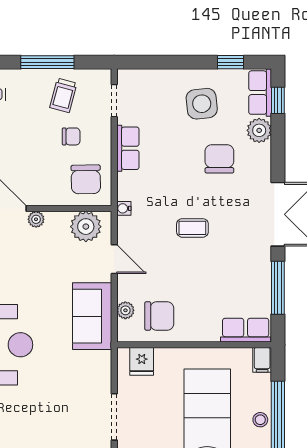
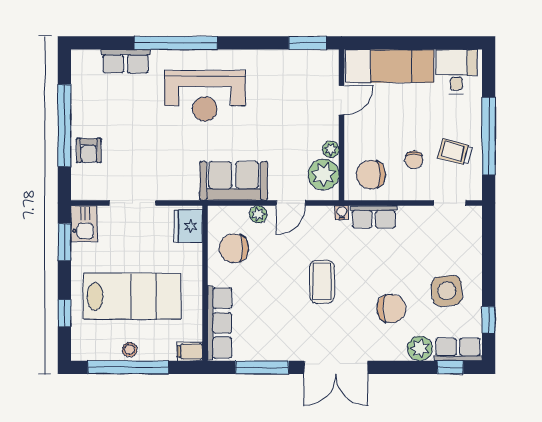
window: (47, 62) -> (489, 136), width x1.46
row of seats: (128, 148) -> (374, 217), moved
plant: (36, 219) -> (331, 149), moved
coffee table: (192, 228) -> (322, 282), width x1.36, depth x1.30
plant: (125, 310) -> (258, 214), moved
chair: (159, 316) -> (234, 248), turned 90
row of seats: (246, 330) -> (220, 323), width x1.48
fridge: (142, 361) -> (188, 226), width x1.38

